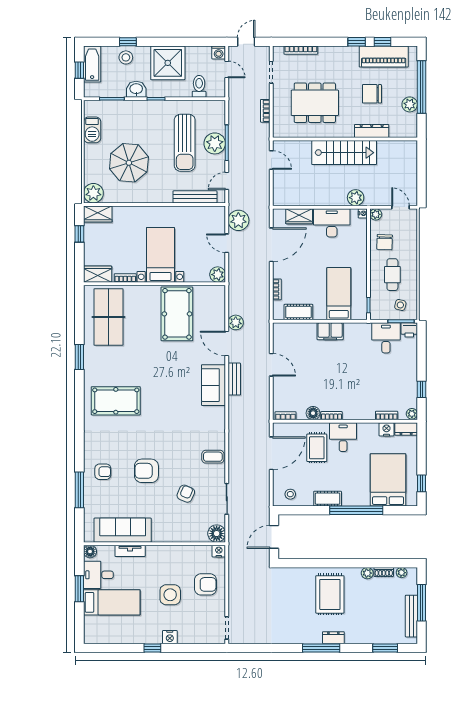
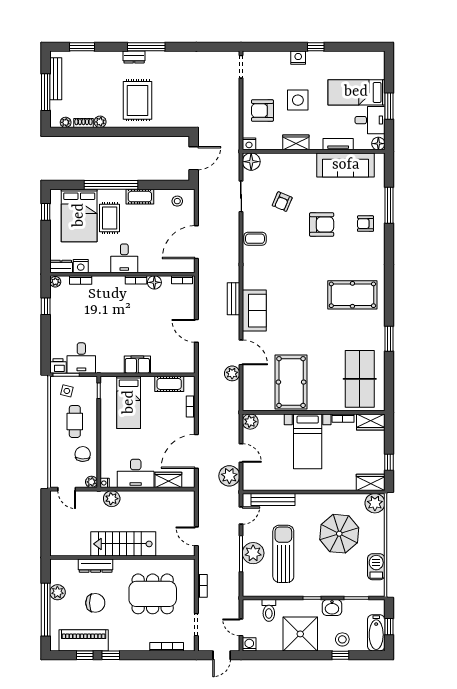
bench: (234, 379) -> (233, 299), moved
rug: (317, 448) -> (110, 218), moved
wardrobe: (172, 553) -> (296, 142), added

